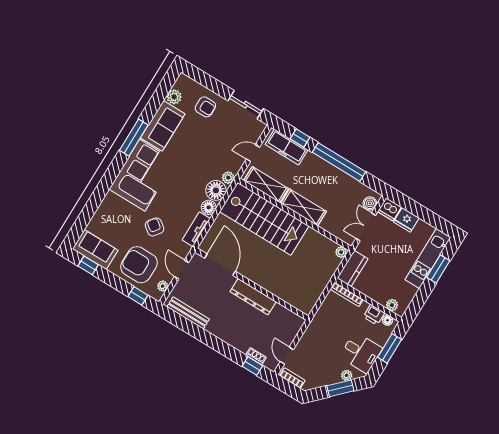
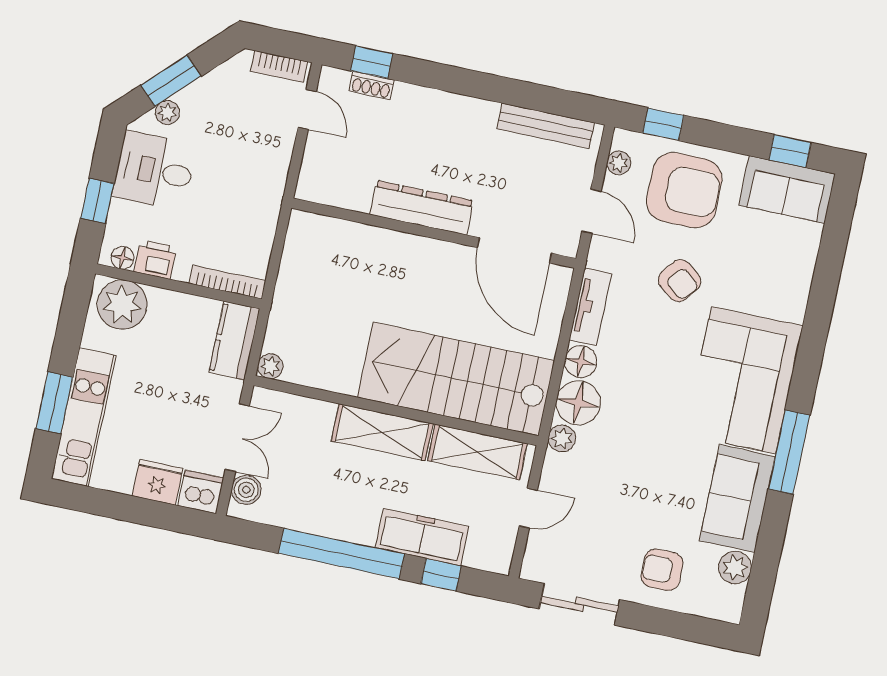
freezer: (286, 147) -> (422, 537), moved
plant: (392, 305) -> (122, 305), width x1.88, depth x1.88
window: (390, 348) -> (97, 201), width x0.67

